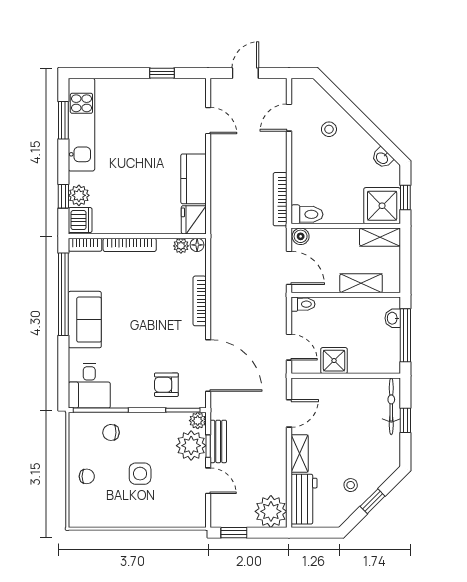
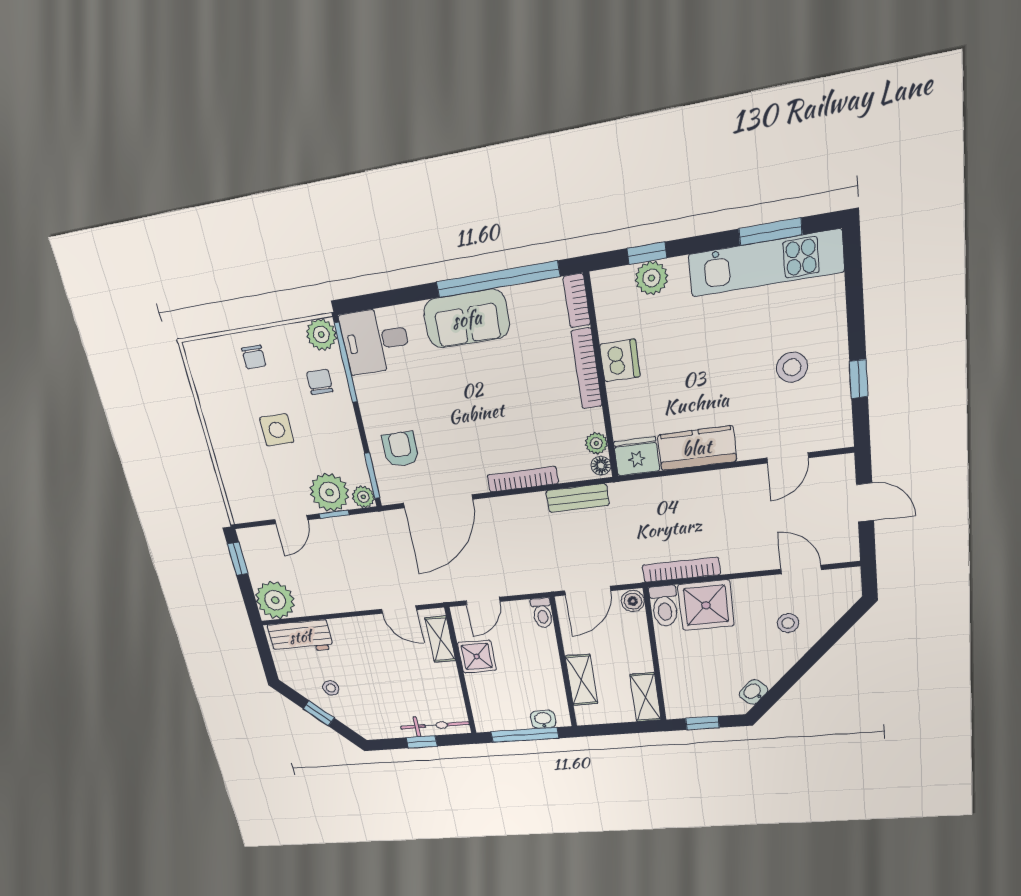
stool: (148, 114) -> (792, 367), added
shower: (382, 206) -> (706, 605), moved
dishwasher: (80, 220) -> (620, 361), moved, turned -90
plant: (79, 423) -> (321, 334), added
bench: (218, 441) -> (578, 498), moved
shelving: (300, 454) -> (440, 639), moved, turned 90

